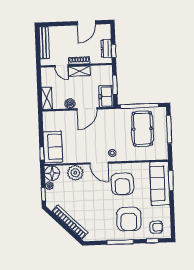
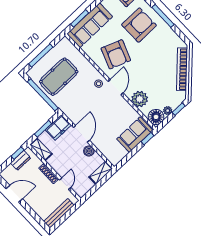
shelving: (79, 71) -> (41, 149), moved
door: (87, 109) -> (81, 134), hinge flipped
armchair: (122, 184) -> (116, 54), turned 111

